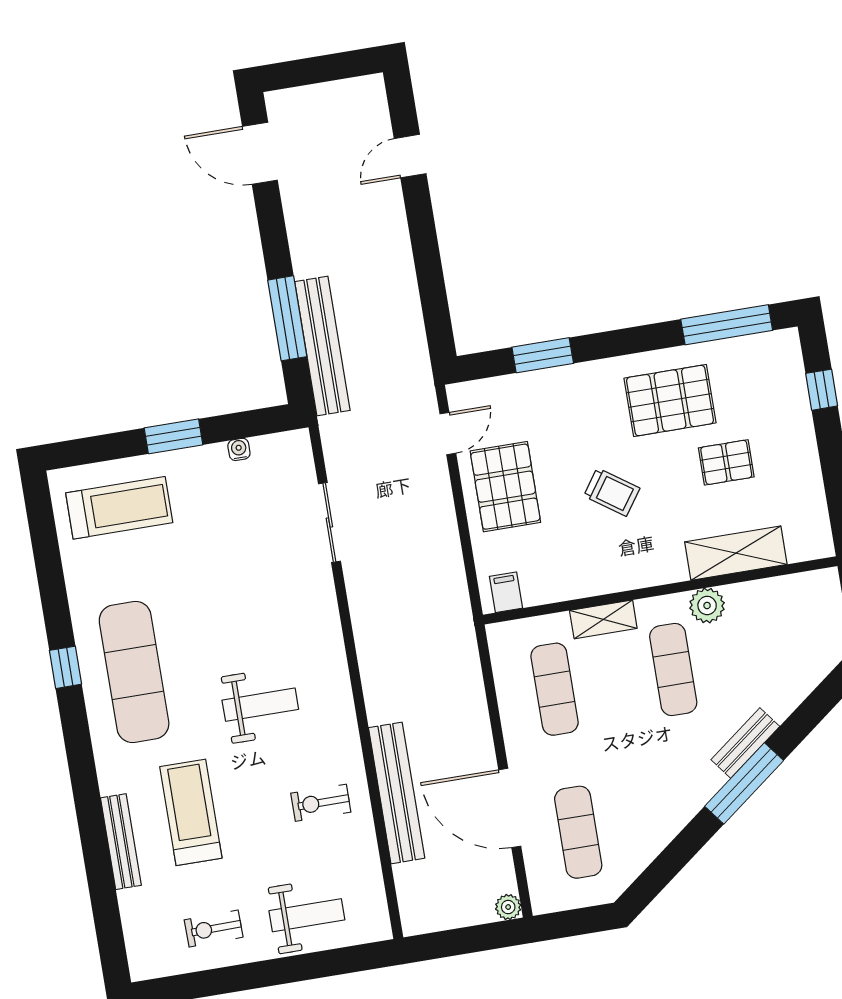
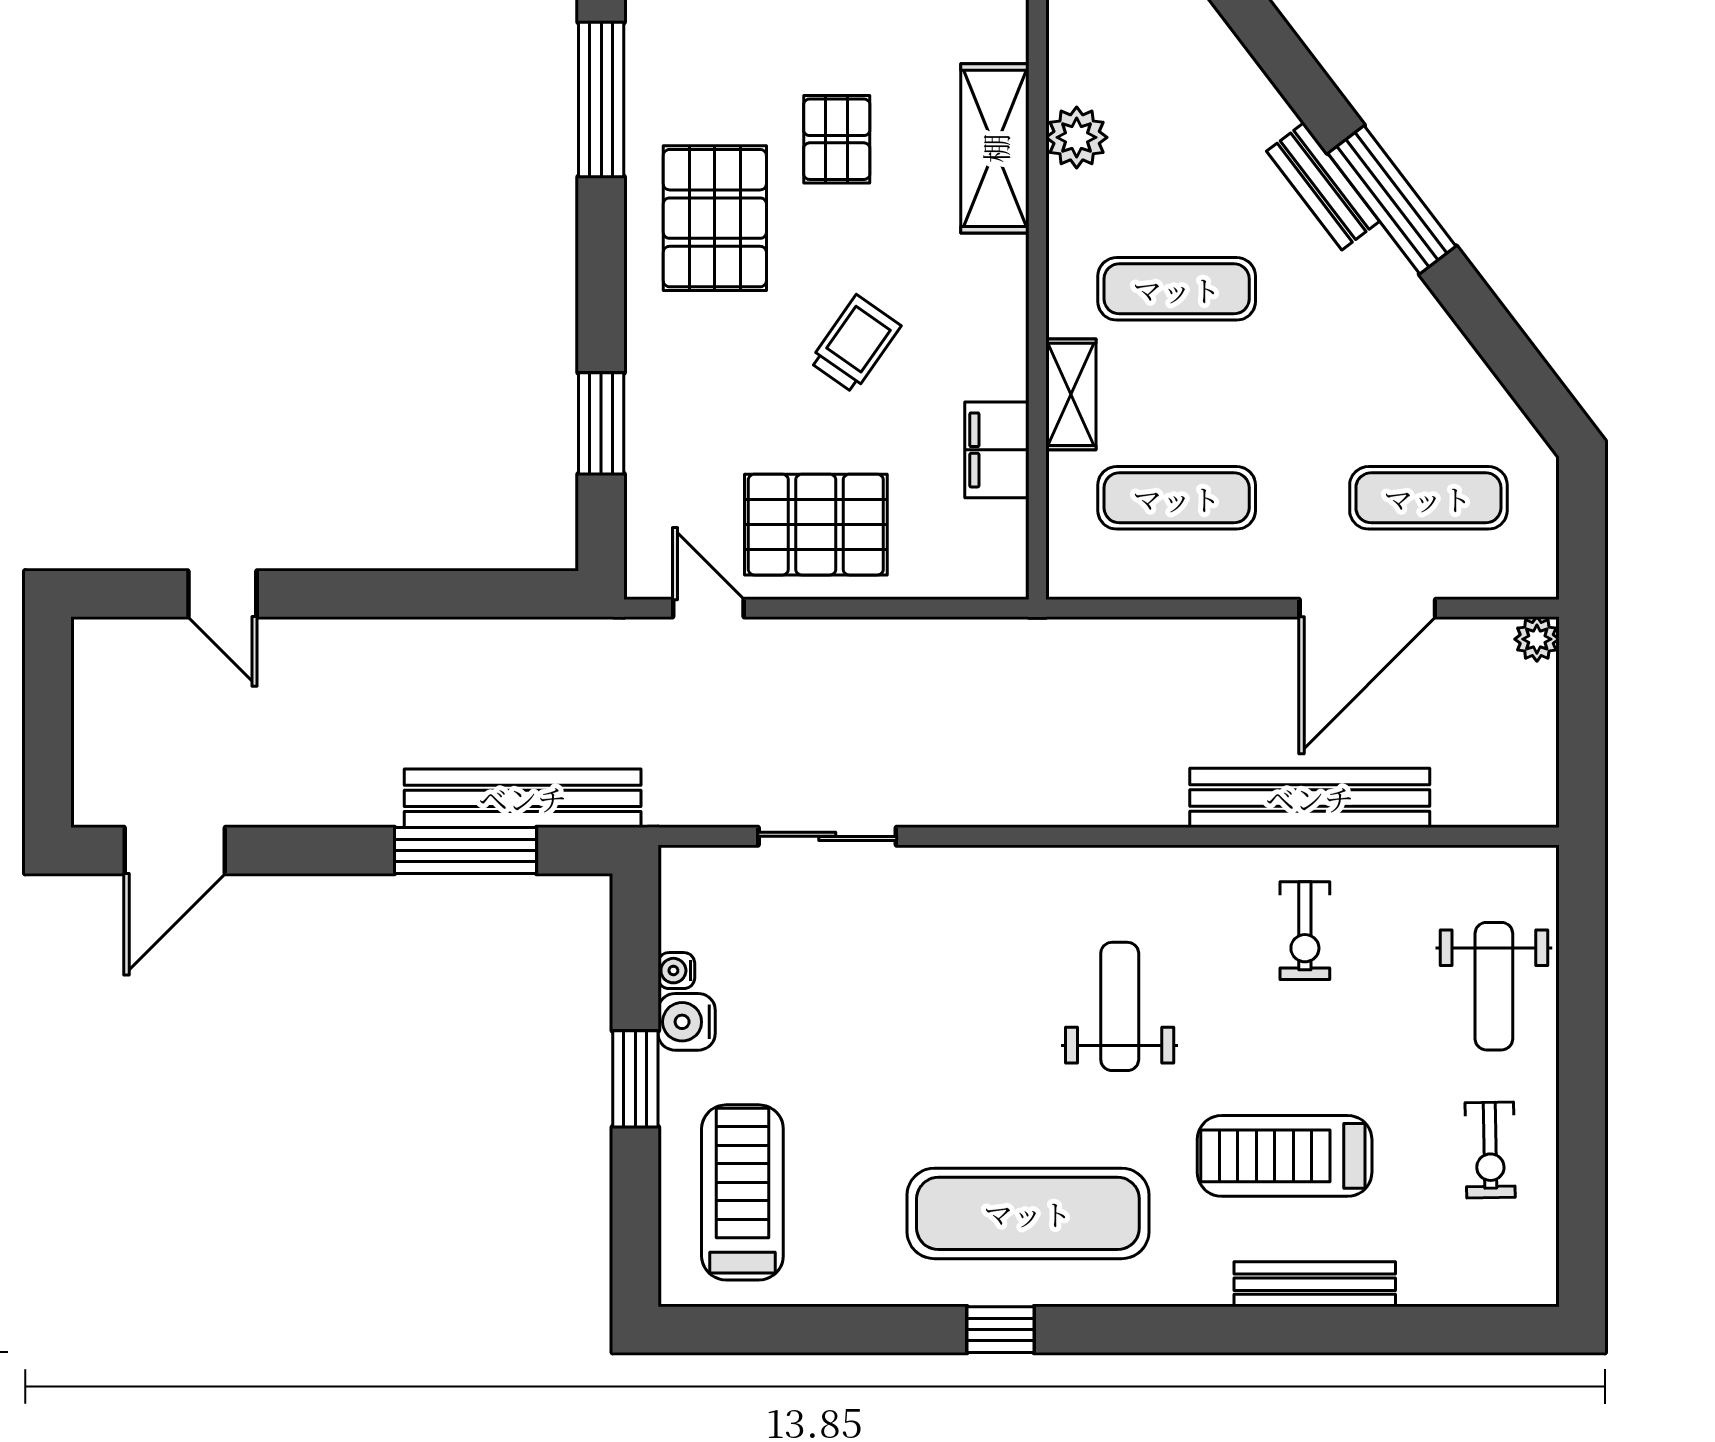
water cooler: (211, 460) -> (687, 1022), added
filing cabinet: (506, 592) -> (997, 450), moved, width x2.00
plant: (707, 605) -> (1077, 137), moved
weight bench: (307, 915) -> (1494, 986), turned 180

